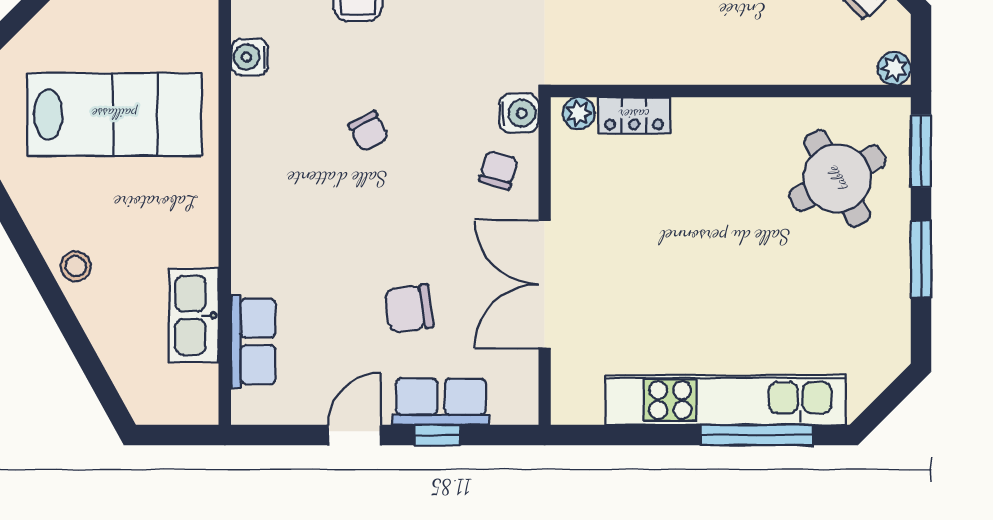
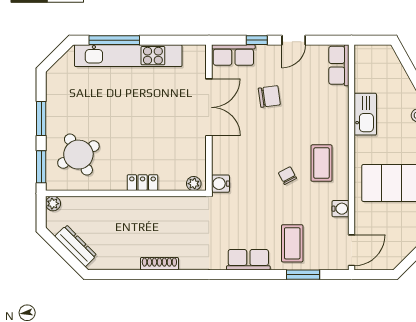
locker: (634, 115) -> (143, 183), moved
coffee table: (292, 159) -> (321, 163), added
chair: (498, 170) -> (230, 158), removed
kitchen sink: (194, 315) -> (365, 114), moved
row of seats: (253, 341) -> (339, 65), moved
row of seats: (441, 402) -> (233, 55), moved

